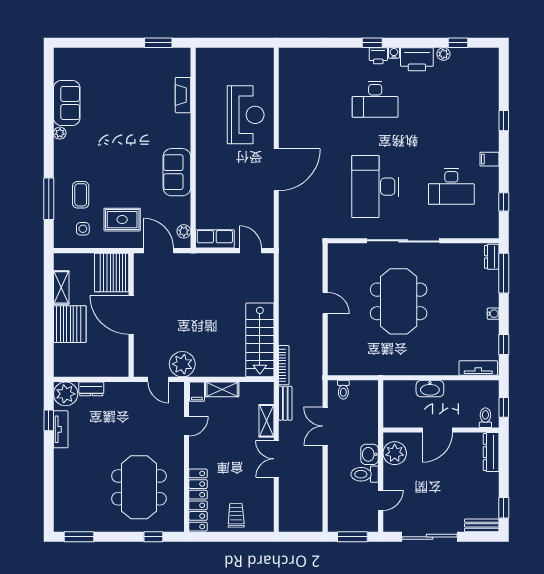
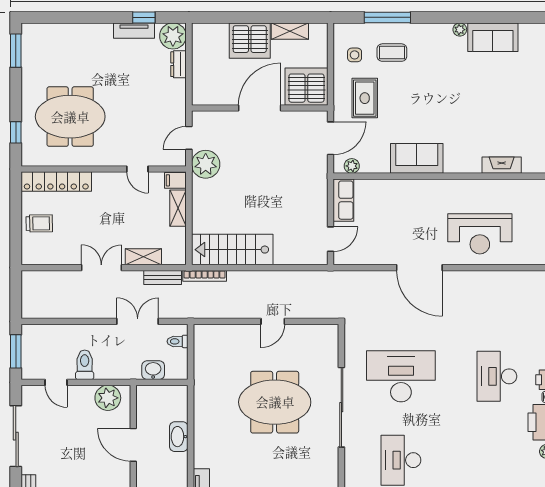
washbasin: (369, 454) -> (153, 370), moved

